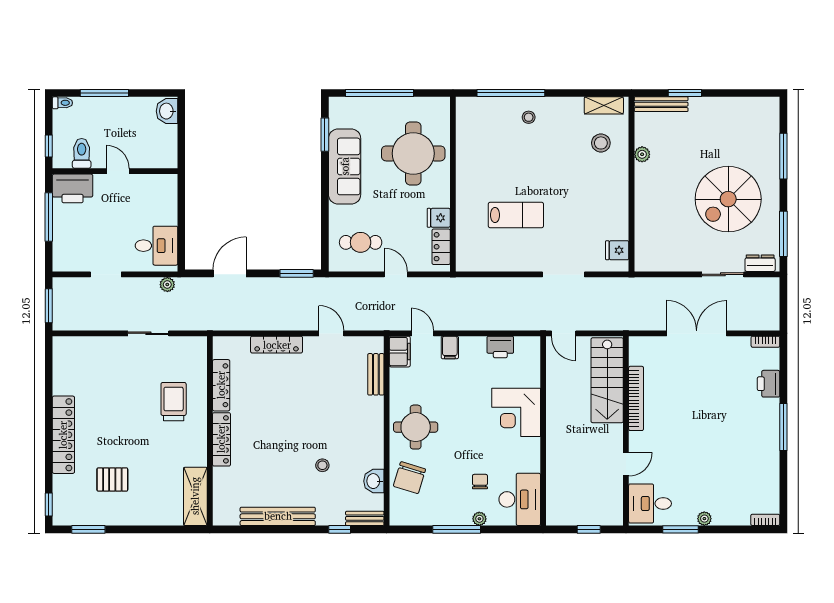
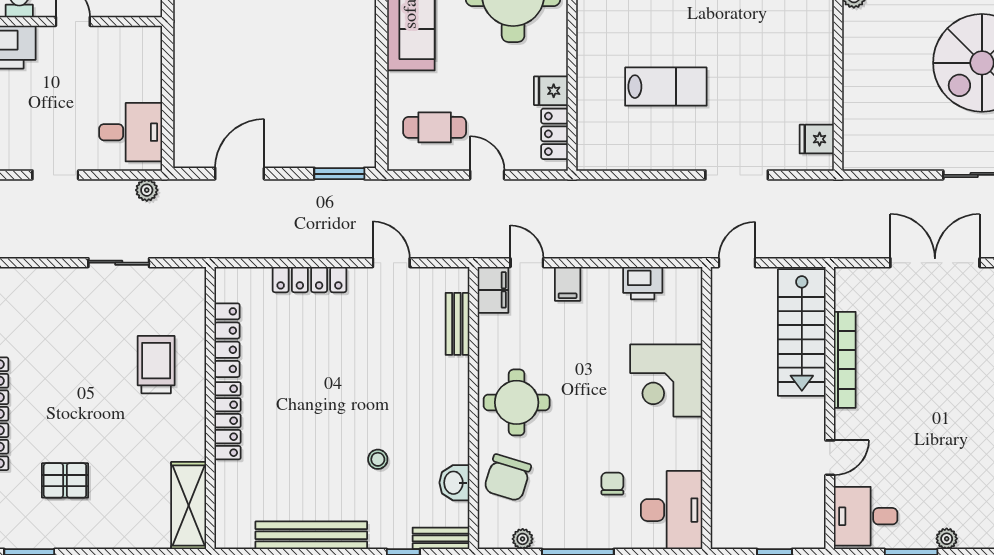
door: (564, 333) -> (737, 263), swing flipped
plant: (479, 519) -> (523, 539), moved

